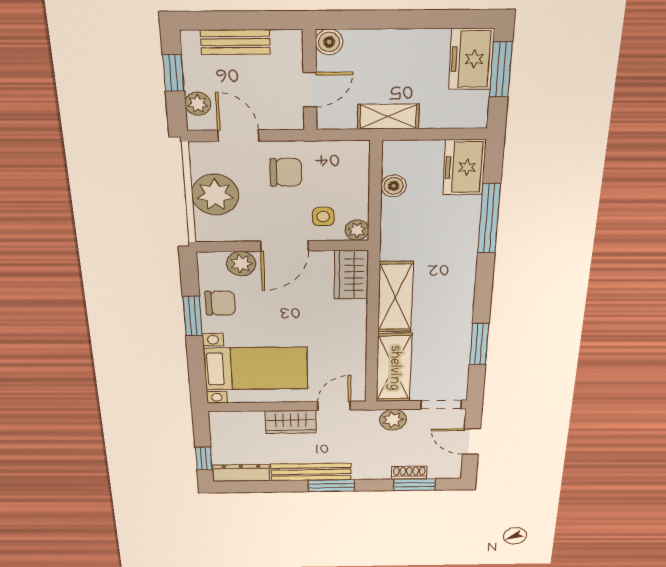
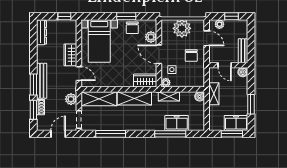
window: (421, 19) -> (251, 104), added
bench: (235, 42) -> (243, 51), moved
door: (238, 136) -> (207, 38), hinge flipped
freezer: (464, 167) -> (177, 123), moved
boiler: (394, 186) -> (200, 96), moved
shelving: (392, 223) -> (169, 96), added
window: (479, 344) -> (111, 134), width x1.44
window: (204, 459) -> (64, 16), moved
bench: (311, 472) -> (42, 81), moved
window: (331, 486) -> (33, 84), moved

